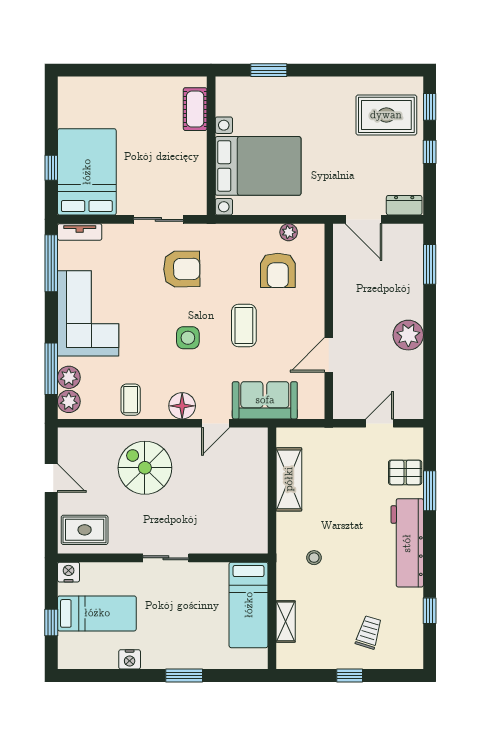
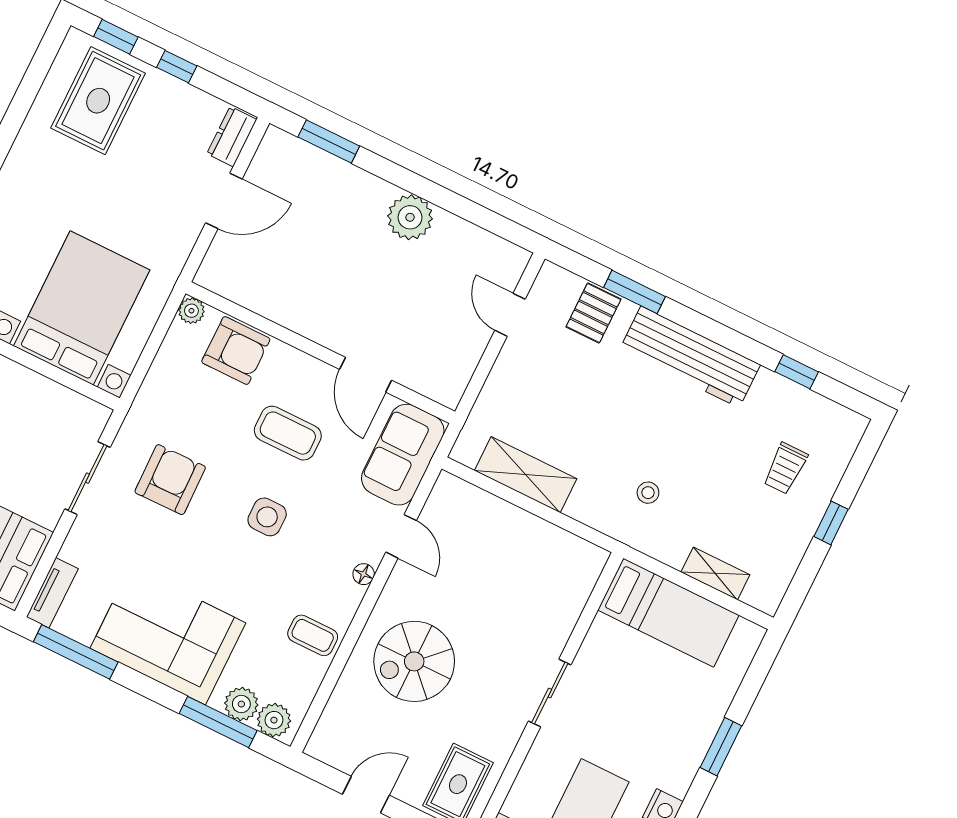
wall: (329, 321) -> (320, 353), moved
door: (329, 355) -> (366, 375), moved
floor lamp: (182, 406) -> (364, 574), width x0.53, depth x0.53
trolley: (369, 632) -> (785, 468), turned -107

